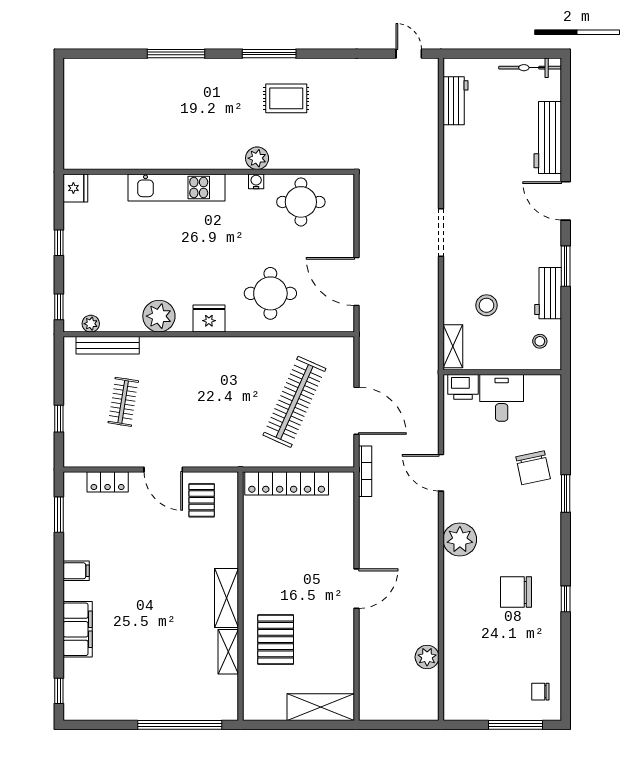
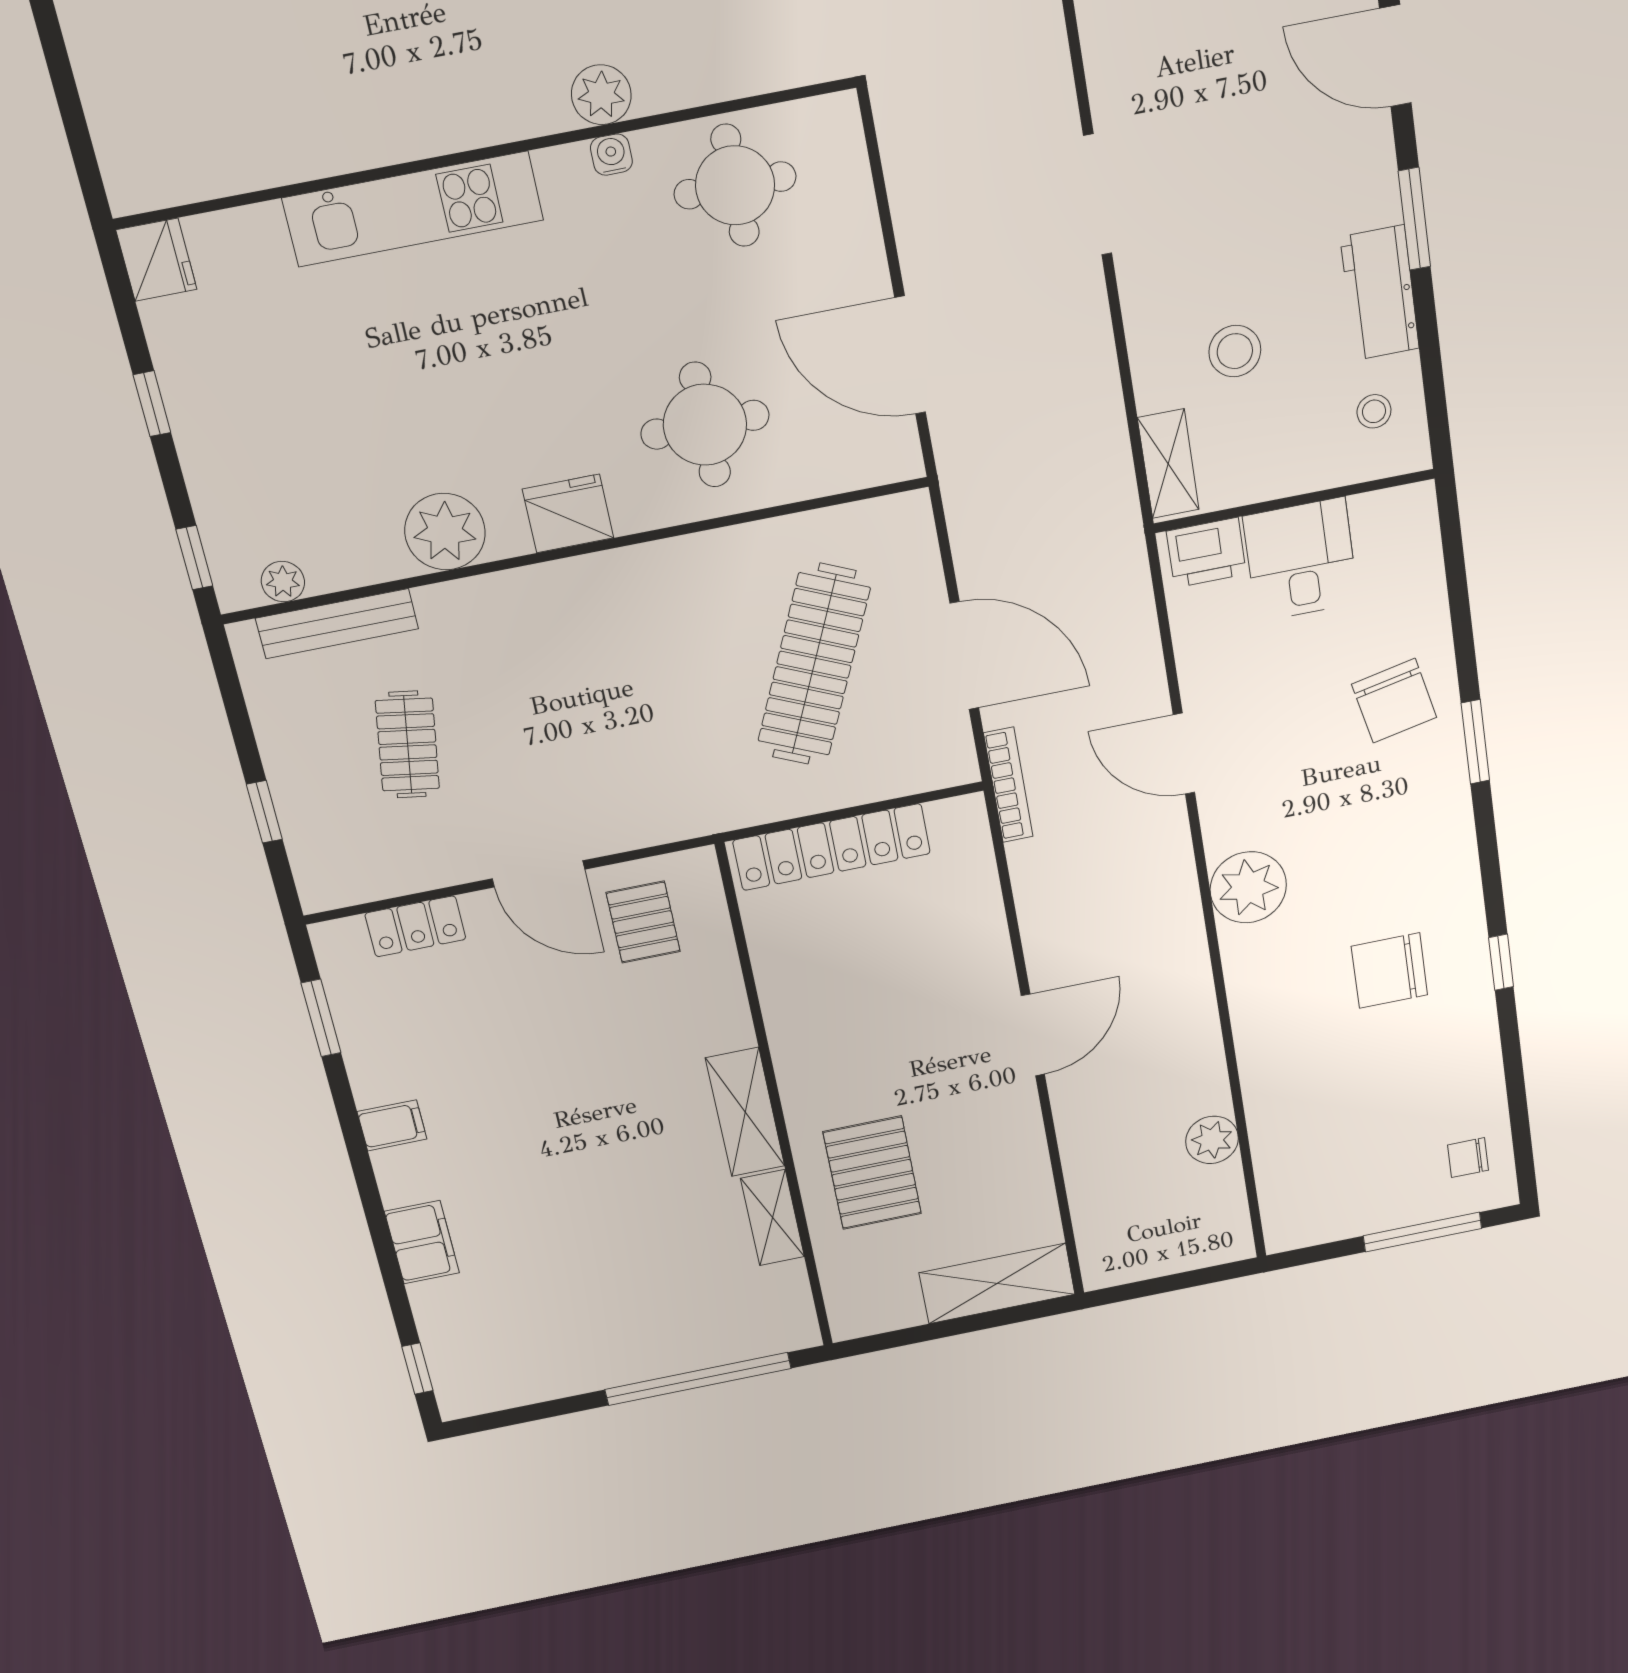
filing cabinet: (78, 629) -> (422, 1242), width x0.67, depth x0.86

